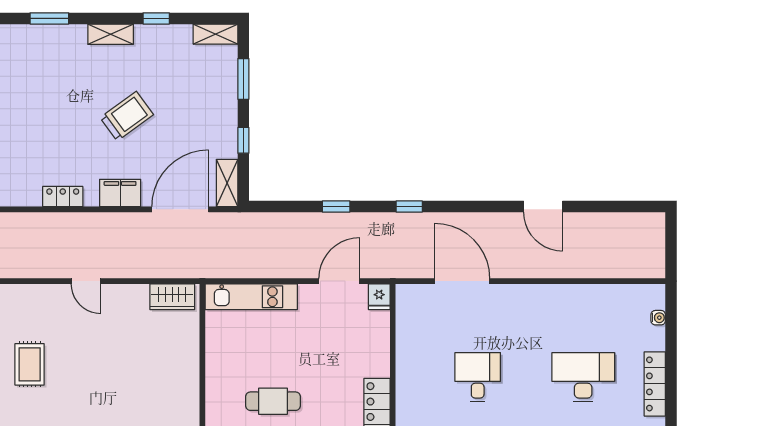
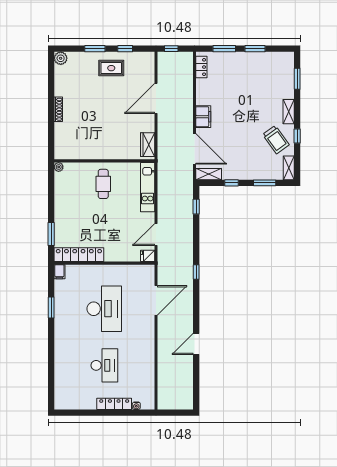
trolley: (127, 116) -> (276, 140), moved
locker: (63, 197) -> (201, 67), moved
window: (336, 207) -> (196, 207), moved
door: (86, 281) -> (156, 98), width x1.87
door: (339, 281) -> (156, 234), swing flipped
desk: (478, 377) -> (104, 309), width x1.87, depth x1.30
locker: (655, 384) -> (114, 404), moved
cafe table: (273, 401) -> (103, 184), moved

